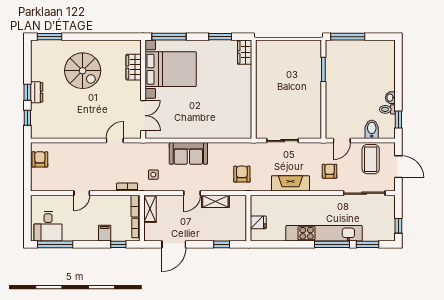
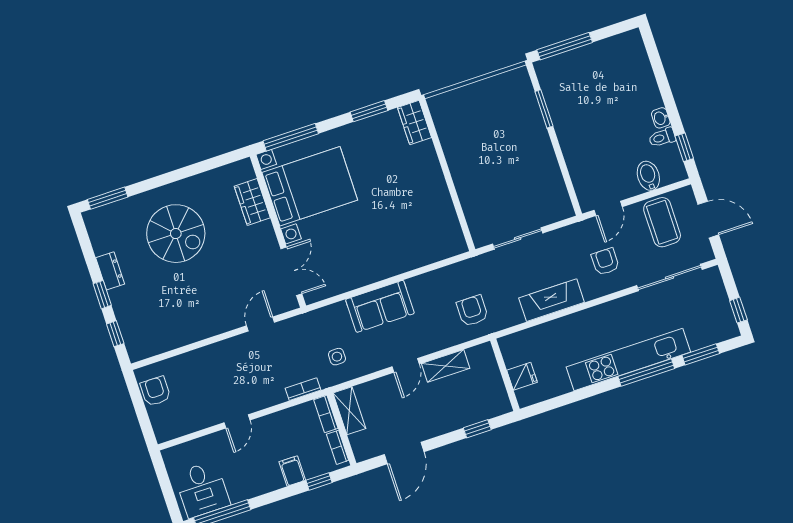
dresser: (37, 92) -> (110, 271), moved

